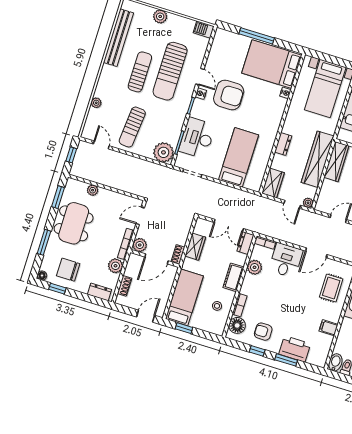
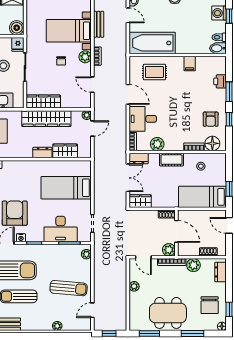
plant: (163, 152) -> (86, 254), width x0.53, depth x0.53
wardrobe: (273, 183) -> (65, 151), moved
plant: (93, 190) -> (134, 286), moved
wardrobe: (195, 247) -> (140, 201), moved
printer: (295, 349) -> (220, 81), width x0.53, depth x0.68

